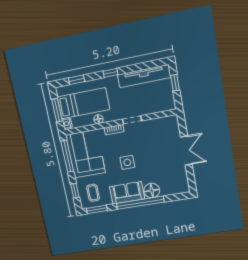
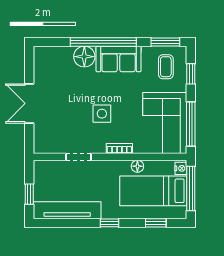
window: (57, 110) -> (191, 189), width x1.44
doorway: (132, 120) -> (79, 157), moved
side table: (127, 162) -> (102, 114), moved

